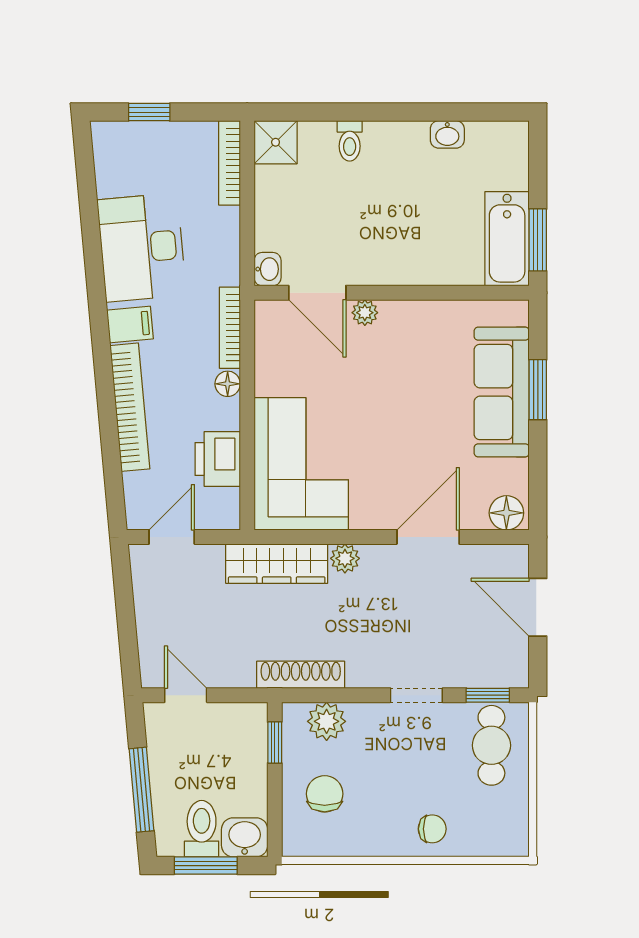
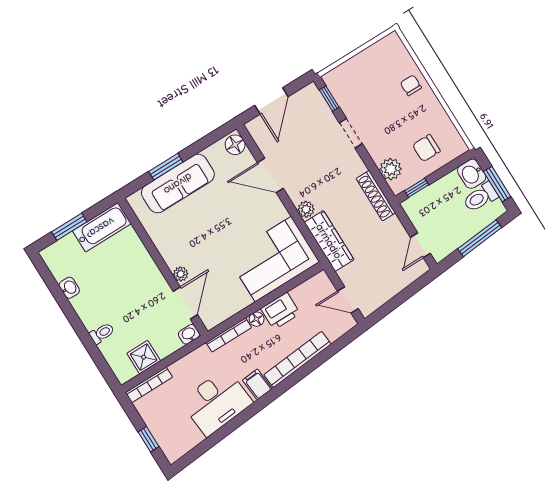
shower: (276, 142) -> (144, 357), moved
window: (538, 240) -> (69, 227), moved
printer: (218, 459) -> (280, 311), moved
cafe table: (491, 745) -> (352, 82), removed

